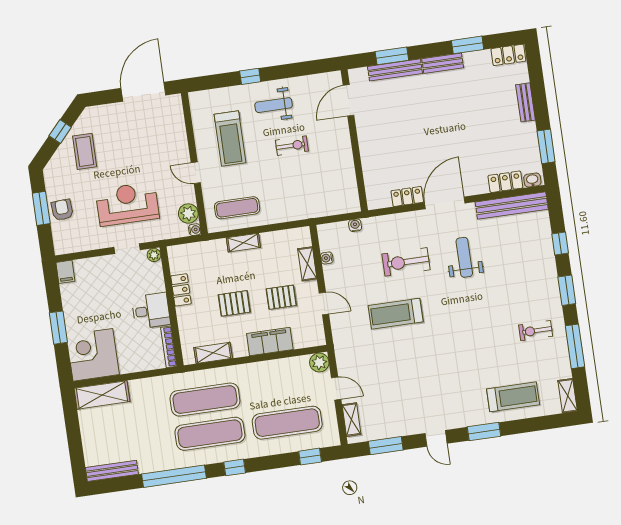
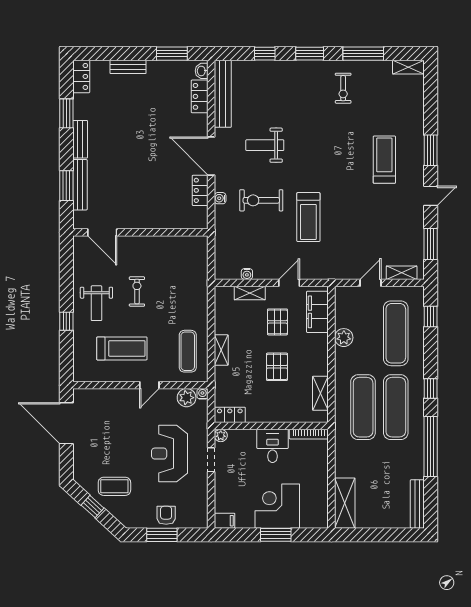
armchair: (62, 210) -> (166, 515), turned 93
water cooler: (355, 225) -> (220, 198), moved
exercise bike: (406, 262) -> (261, 200), turned 90
locker: (181, 290) -> (230, 415), moved
filing cabinet: (270, 342) -> (317, 312), moved
corner desk: (93, 355) -> (277, 506), moved, turned 90
plant: (319, 362) -> (344, 338), moved
treadmill: (513, 397) -> (384, 160), moved

